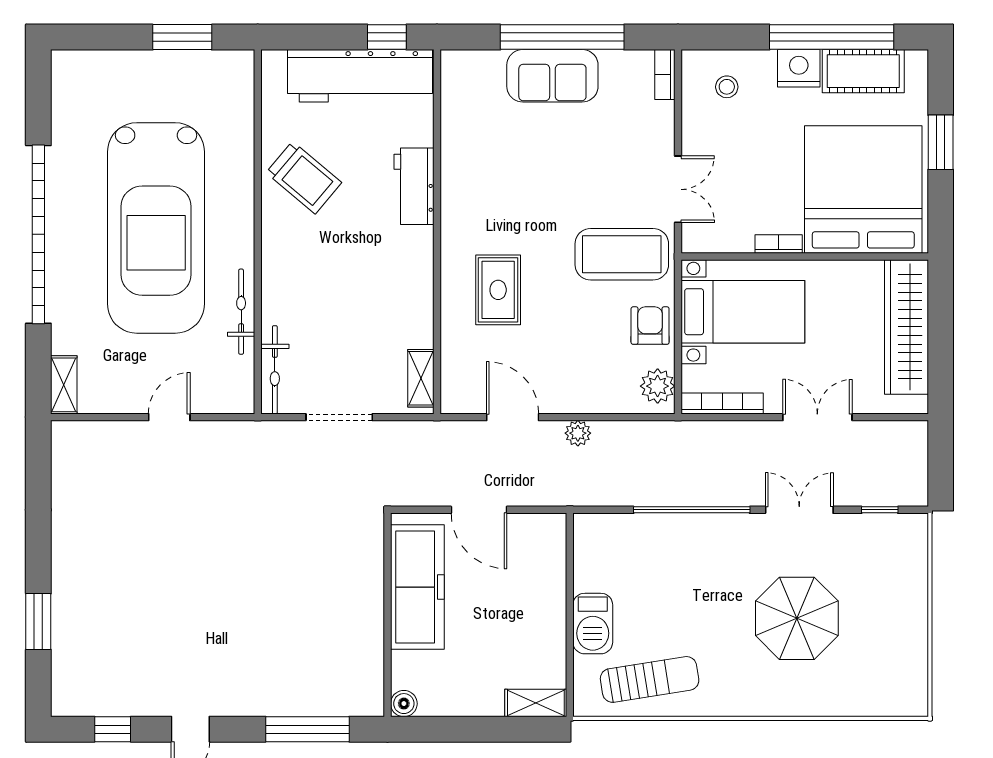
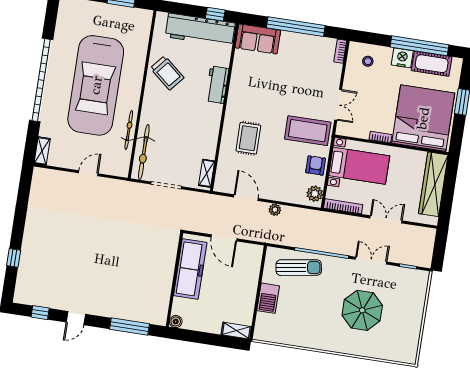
sofa: (552, 76) -> (258, 39), moved
bicycle: (275, 370) -> (144, 152), width x1.37, depth x1.40
window: (38, 622) -> (14, 258), width x0.67
sun lounger: (650, 679) -> (299, 268), moved

